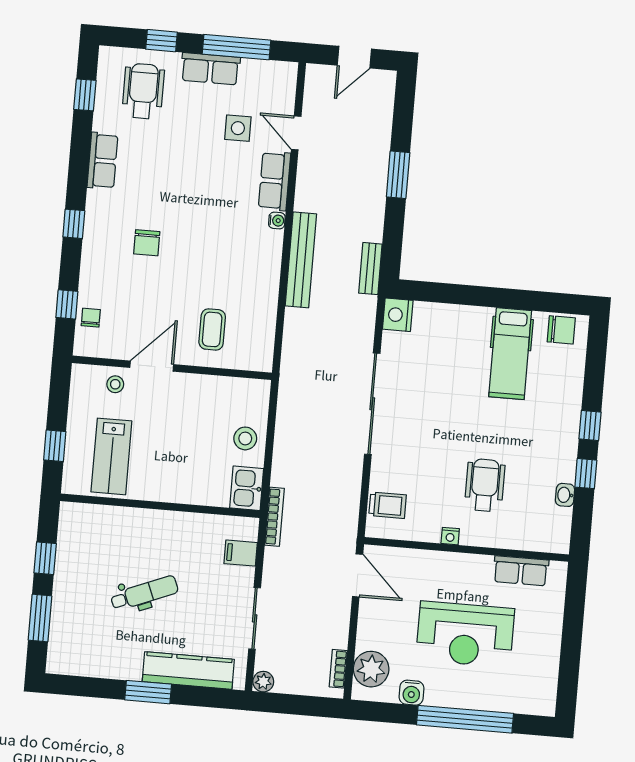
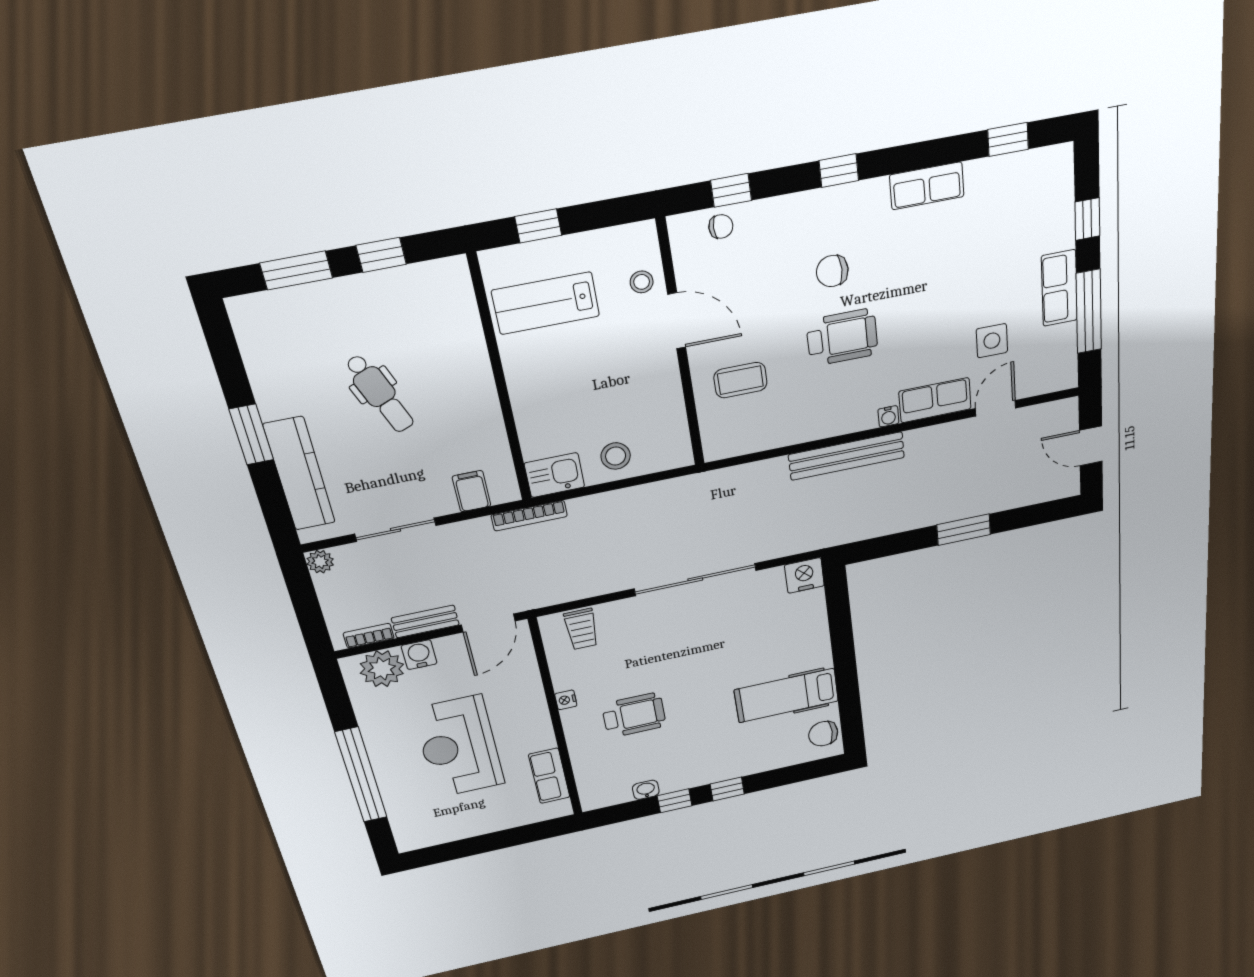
wheelchair: (143, 91) -> (842, 337), moved
bench: (370, 269) -> (425, 621), moved
chair: (561, 330) -> (823, 734), turned 90
water cooler: (411, 693) -> (419, 655), moved, turned 90

